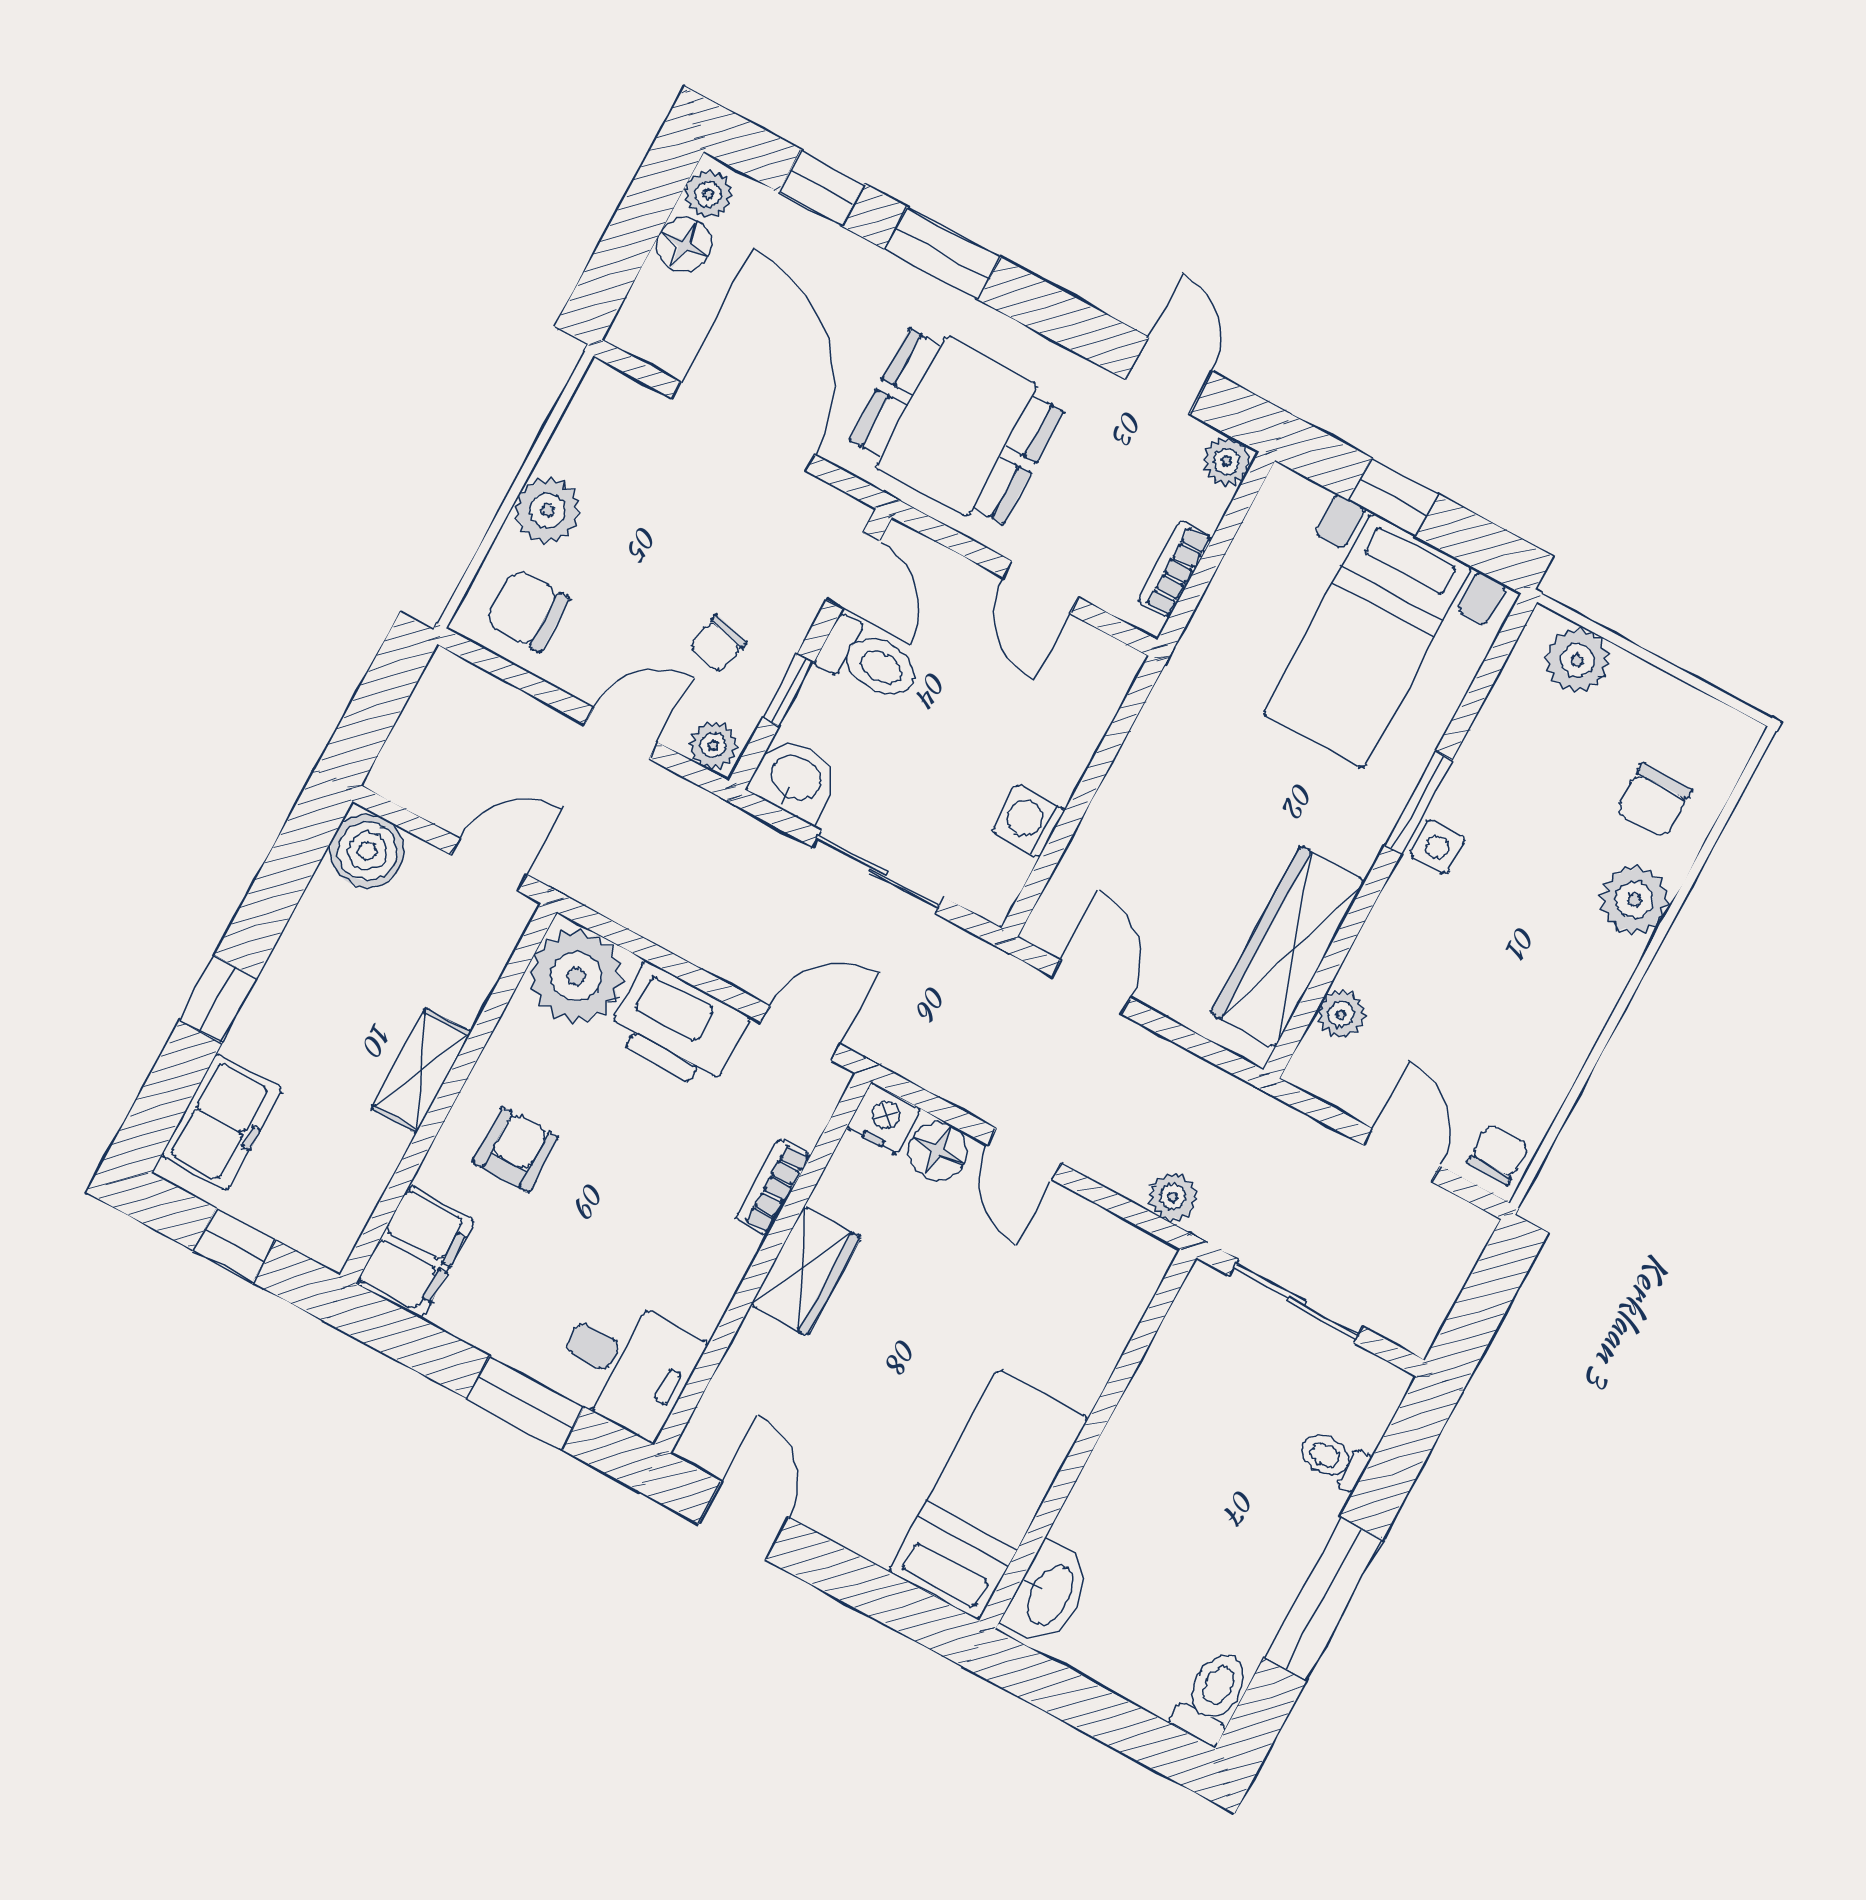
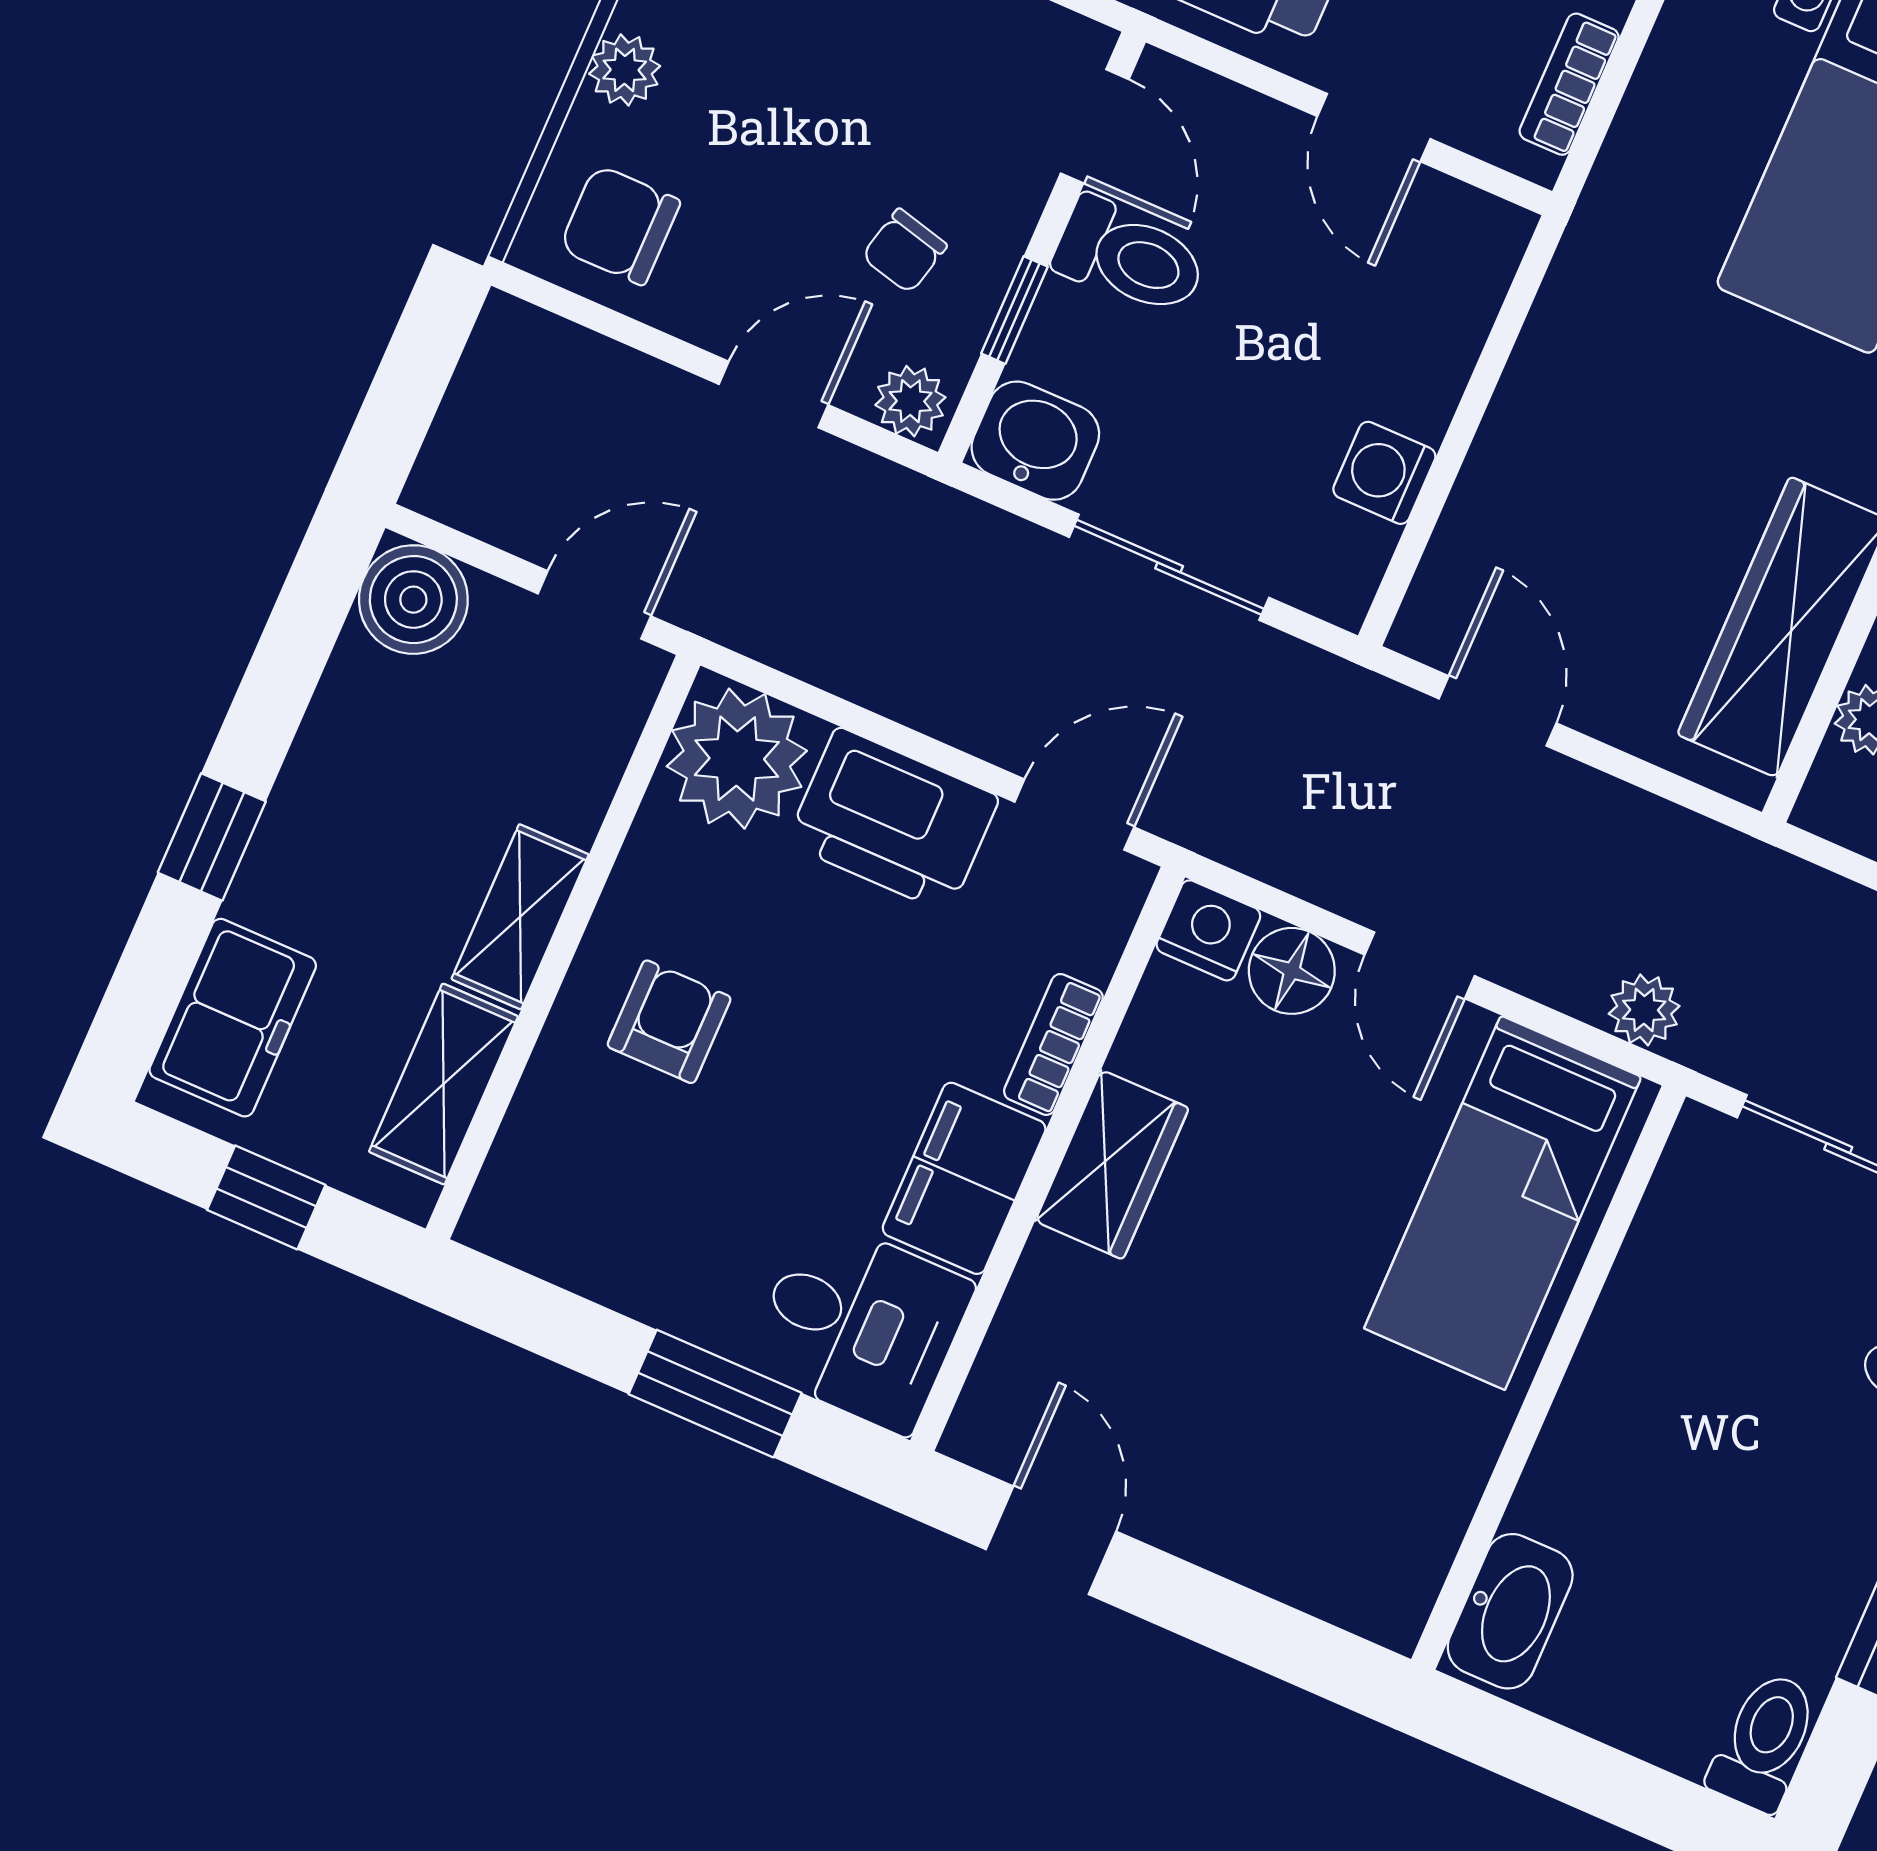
plant: (547, 510) -> (625, 70), width x0.73, depth x0.73
shelving: (360, 1179) -> (443, 1084), added
filing cabinet: (415, 1252) -> (964, 1178), moved, turned 180
bed: (988, 1495) -> (1503, 1203), moved, turned 180

